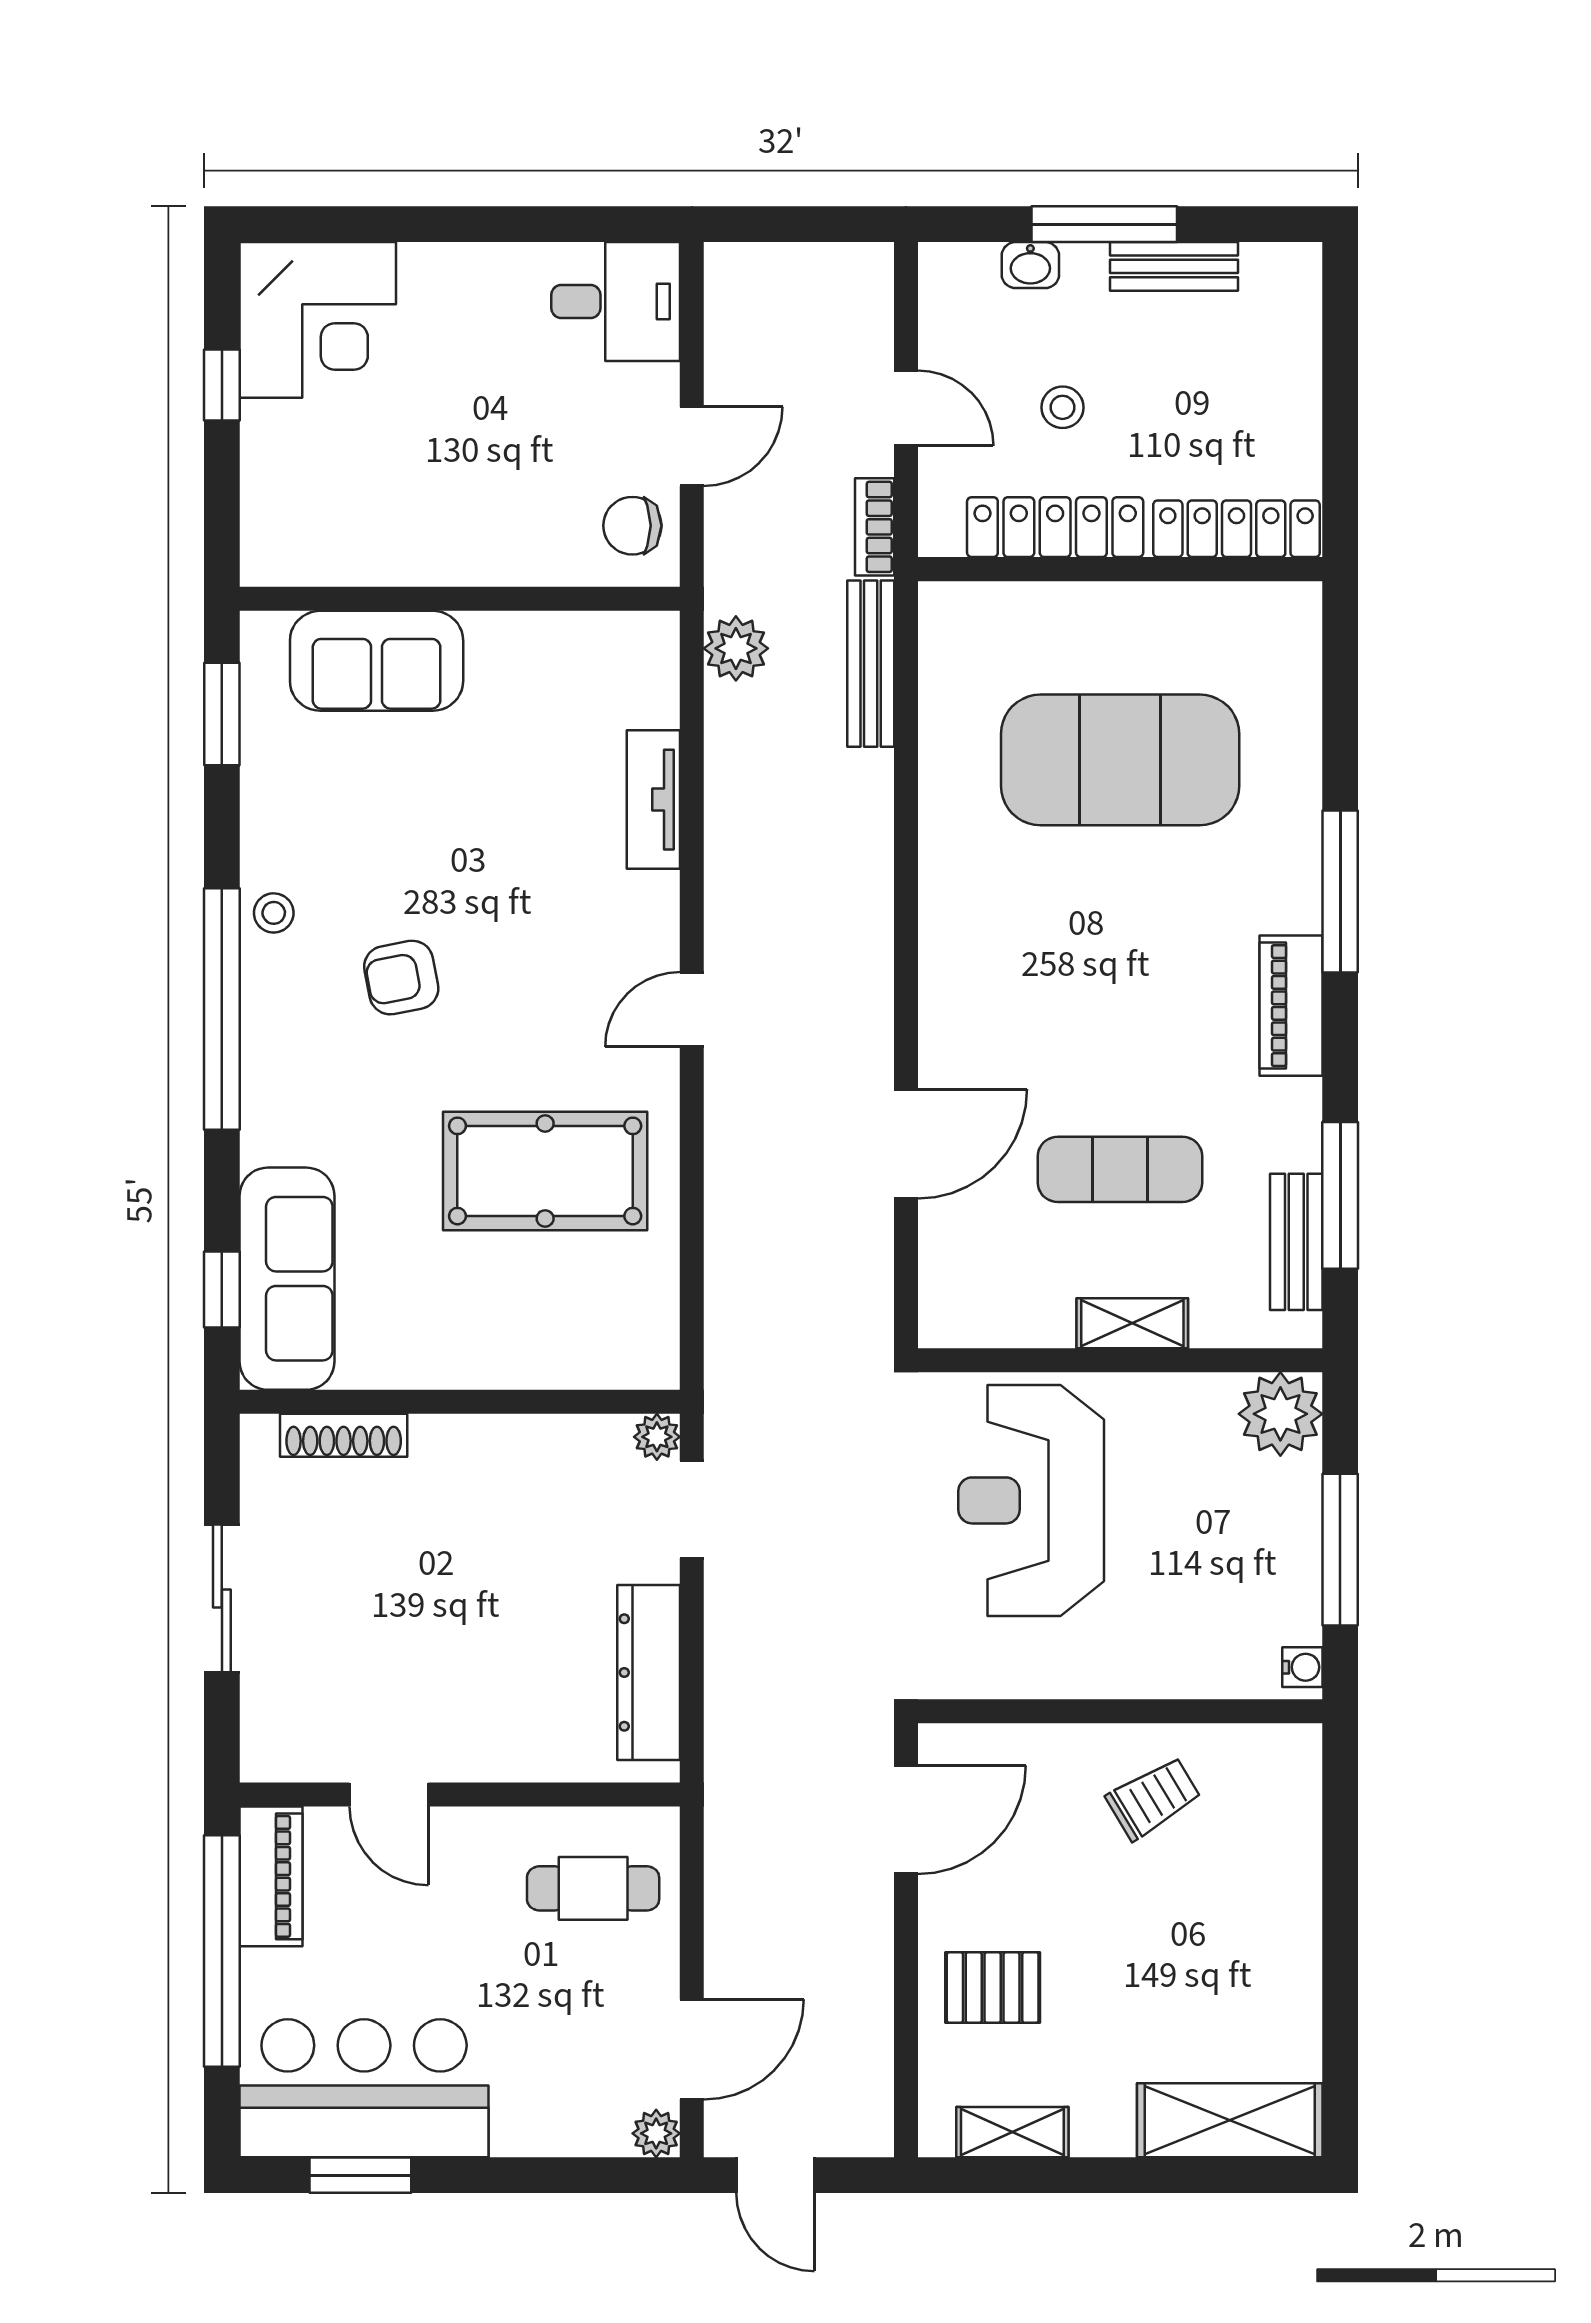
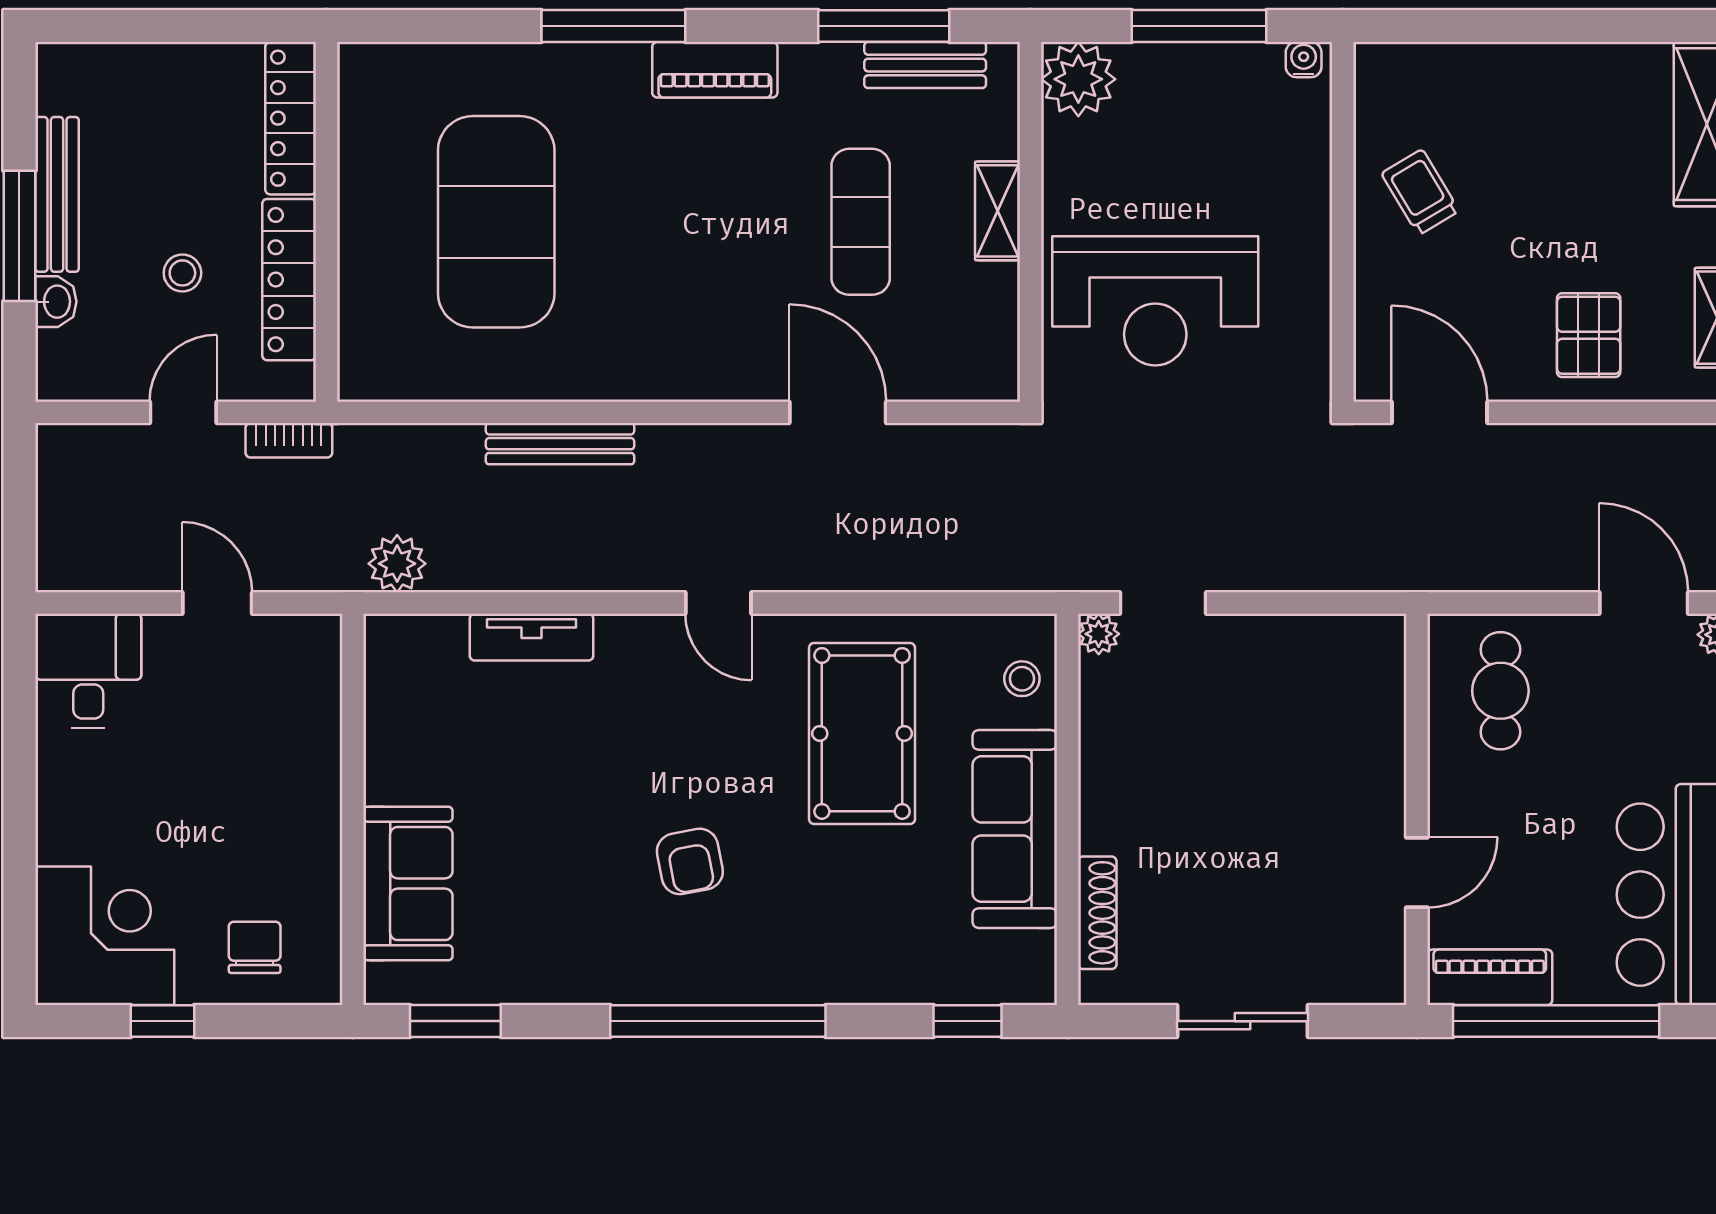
bench: (1174, 266) -> (57, 194), width x1.36
chair: (632, 526) -> (255, 947), moved, turned 180
bench: (871, 664) -> (560, 444), moved
stool: (274, 913) -> (1022, 679), moved
sofa: (287, 1279) -> (1015, 829), moved, turned -90
dresser: (649, 1672) -> (1308, 641), removed

